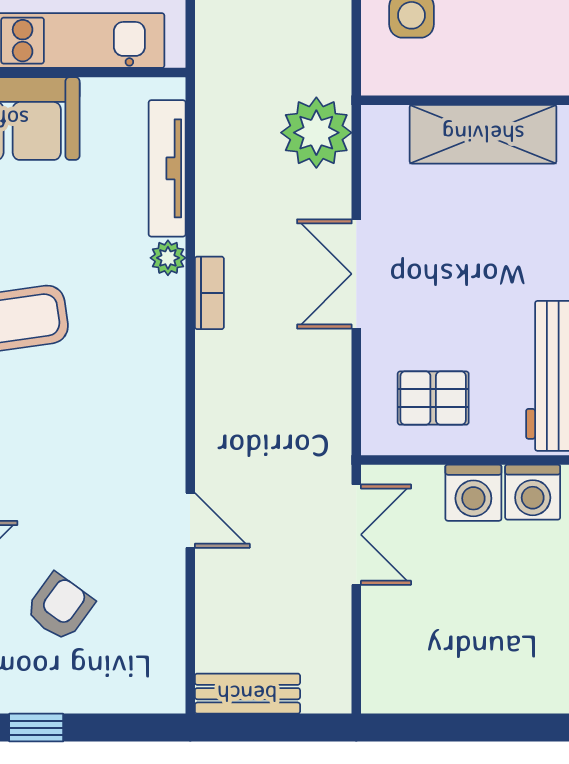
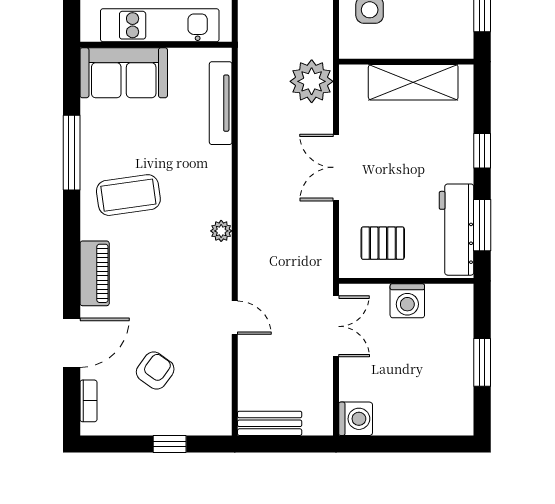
plant: (168, 258) -> (221, 231), moved
bookcase: (209, 293) -> (246, 179), removed
washing machine: (533, 492) -> (356, 419), moved, turned -90
window: (36, 728) -> (170, 444), moved

